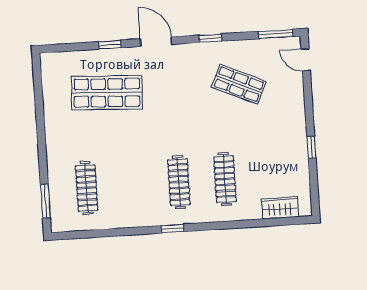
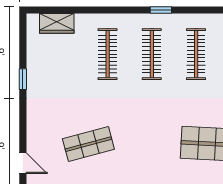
shop shelf: (239, 84) -> (88, 144), turned -39
clothes rail: (133, 185) -> (196, 54), added

